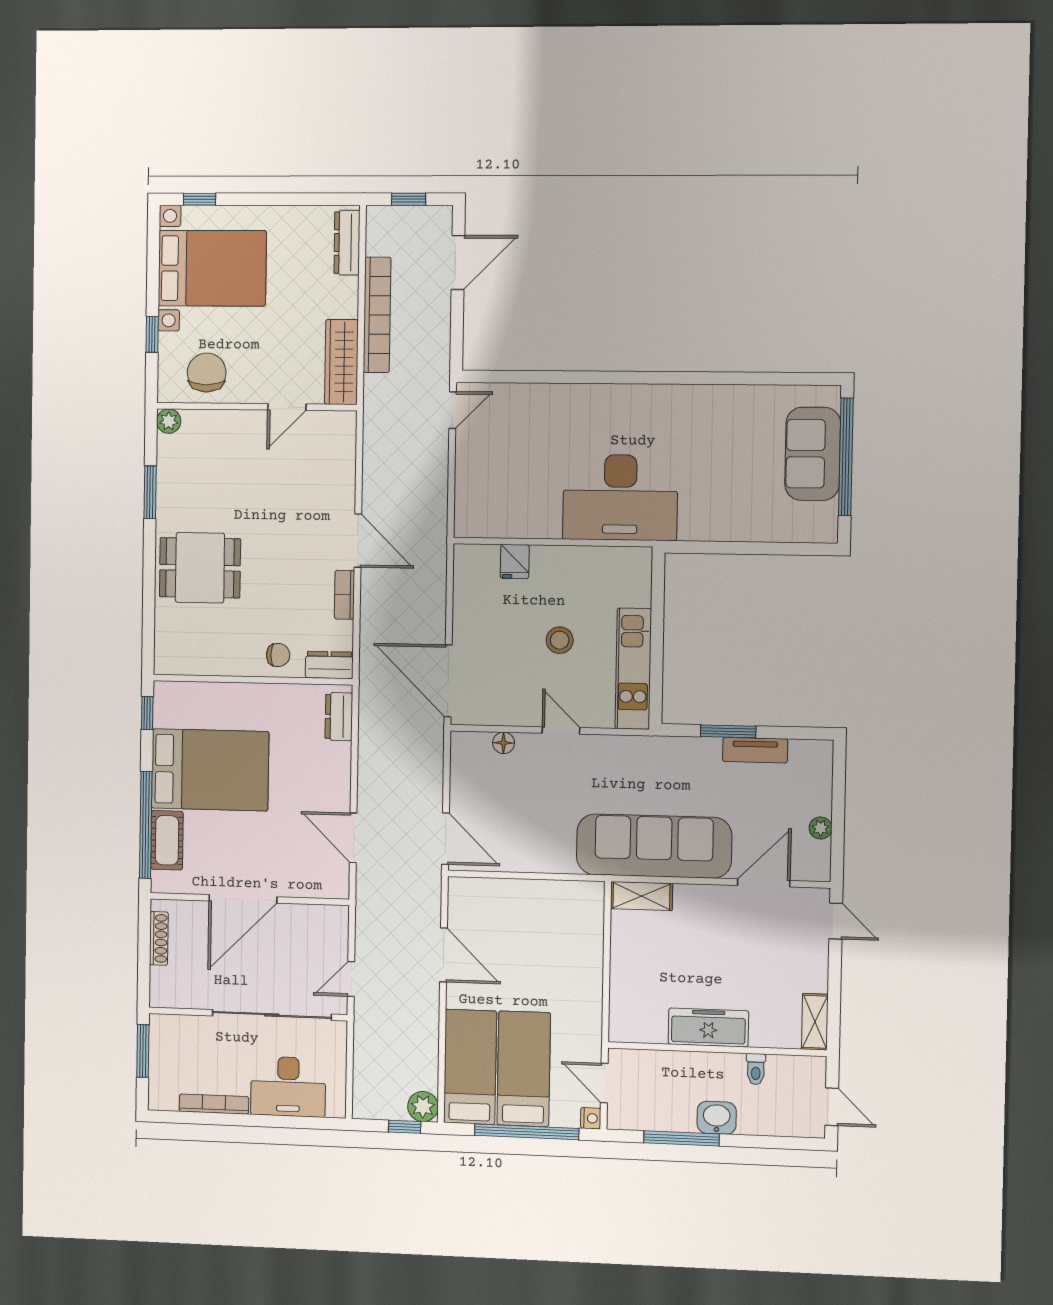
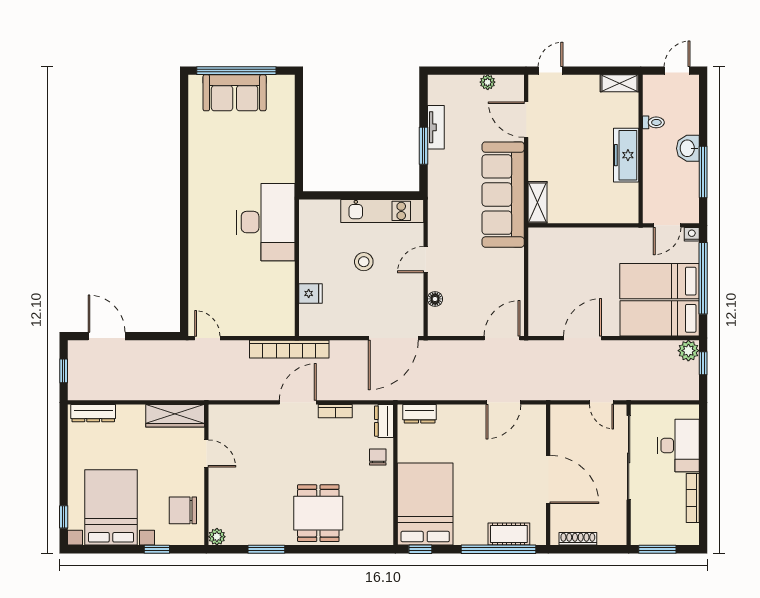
bookcase: (377, 315) -> (289, 349), moved, turned 180
bed: (210, 770) -> (425, 504), moved

